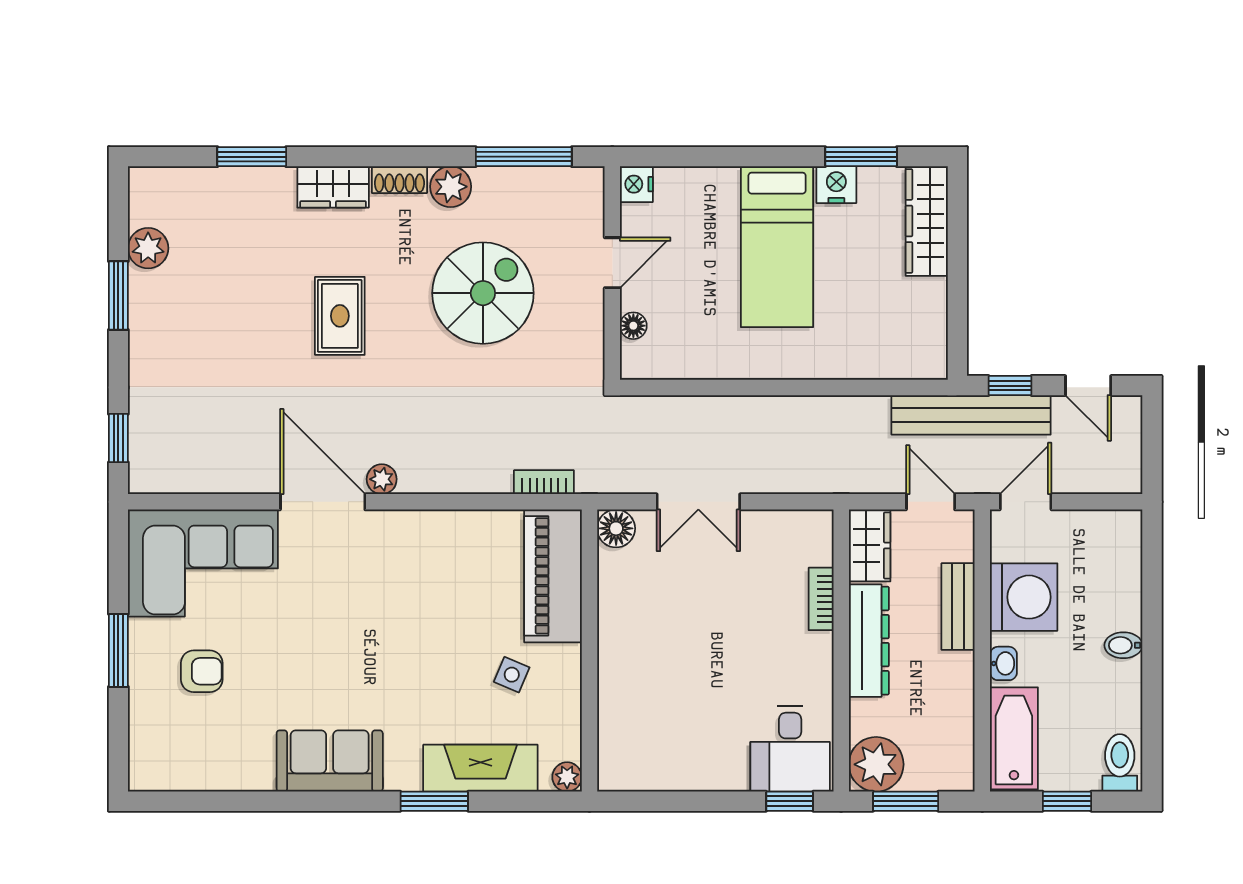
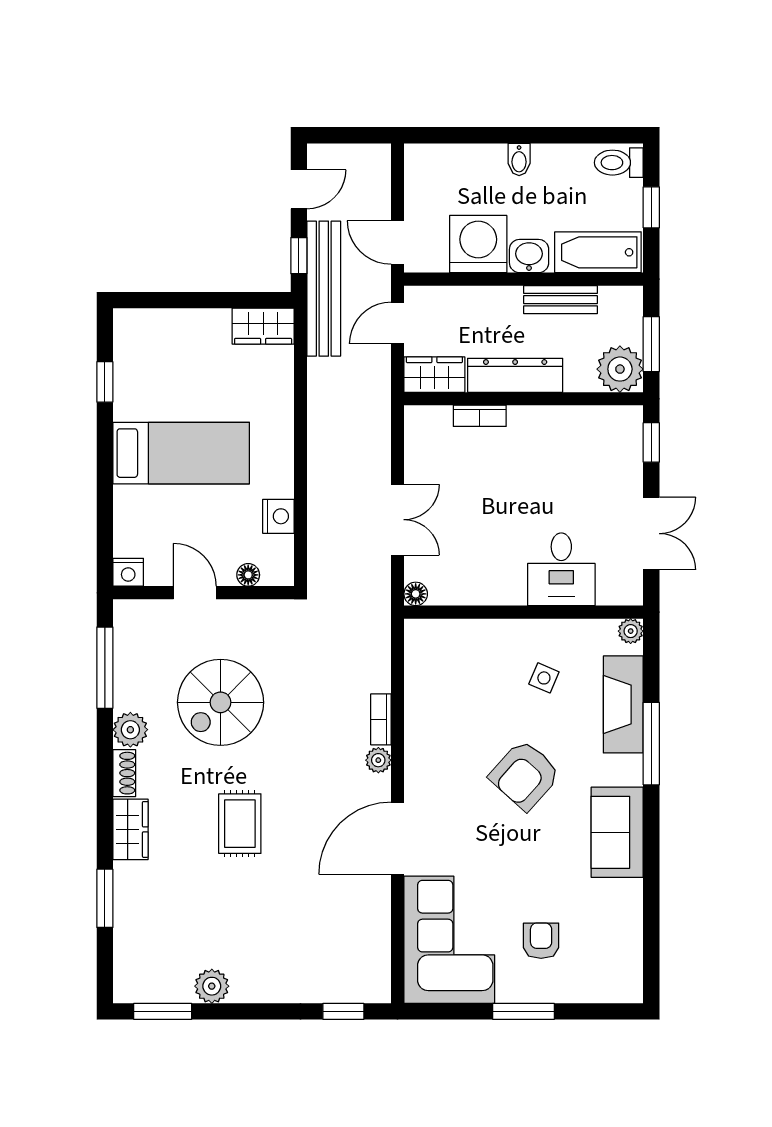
window: (861, 157) -> (105, 382), width x0.67
nightstand: (836, 185) -> (278, 516), moved, turned 180
wardrobe: (927, 221) -> (263, 326), moved, width x0.67
plant: (148, 248) -> (212, 986), moved
spiral stairs: (483, 293) -> (221, 702), turned -90
window: (118, 295) -> (163, 1011), moved
rug: (340, 316) -> (240, 824), turned 90
plant: (382, 479) -> (378, 760), moved
bookcase: (544, 482) -> (381, 719), moved
floor lamp: (616, 528) -> (416, 594), width x0.73, depth x0.73
piano: (553, 576) -> (460, 643), removed
bench: (958, 607) -> (561, 300), moved
armchair: (397, 652) -> (525, 775), added
washbasin: (1003, 663) -> (529, 256), width x1.38, depth x1.45
desk: (790, 749) -> (561, 569), moved, turned 90
window: (434, 801) -> (651, 744), width x1.44
double door: (682, 801) -> (651, 534), added

